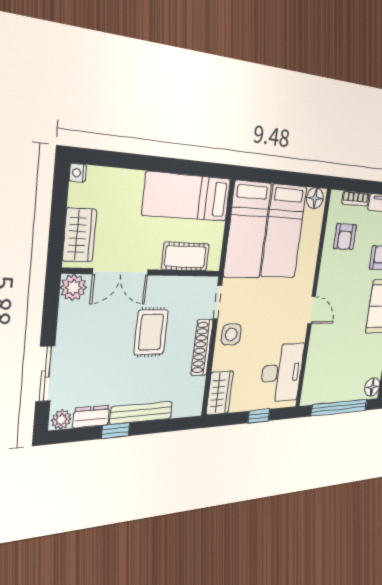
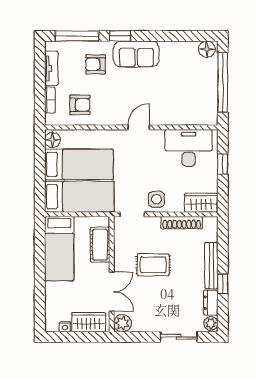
nightstand: (78, 173) -> (65, 327), moved
shoe rack: (202, 348) -> (182, 223), moved

